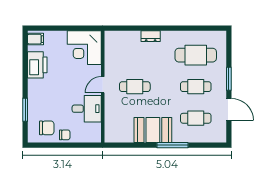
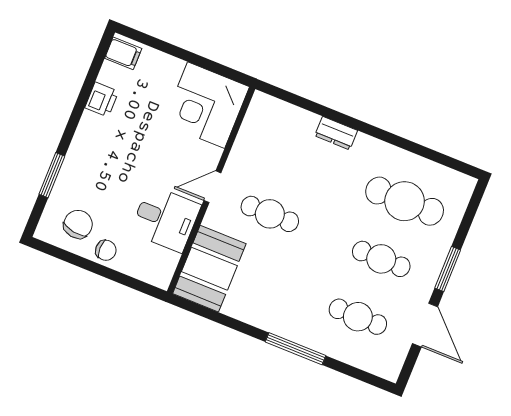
printer: (37, 65) -> (102, 100), width x0.53, depth x0.68
chair: (47, 128) -> (78, 224), turned -81
booth: (153, 130) -> (209, 269), moved, turned 90

